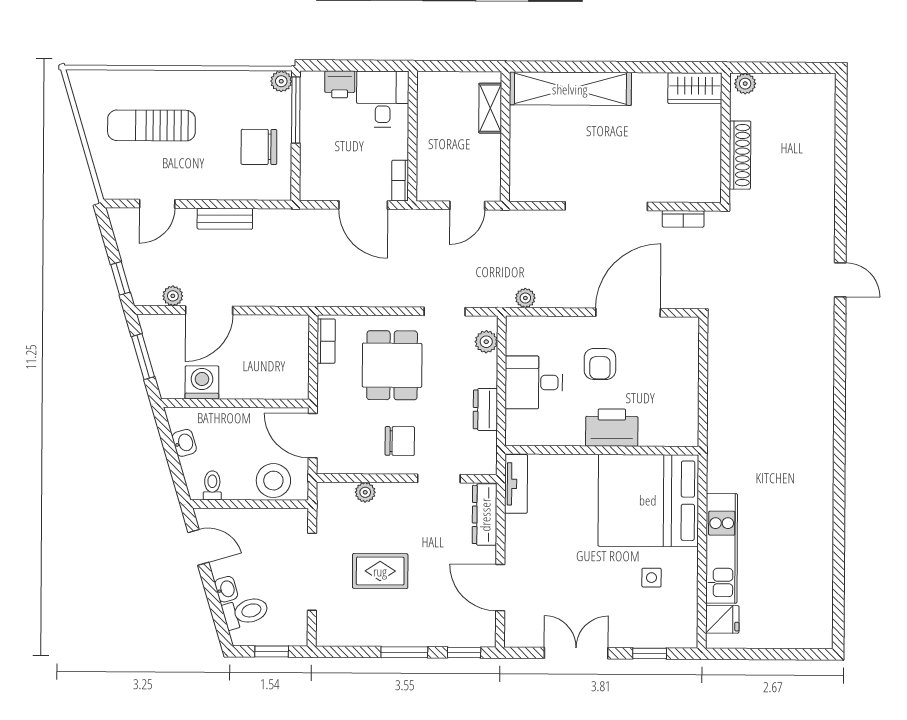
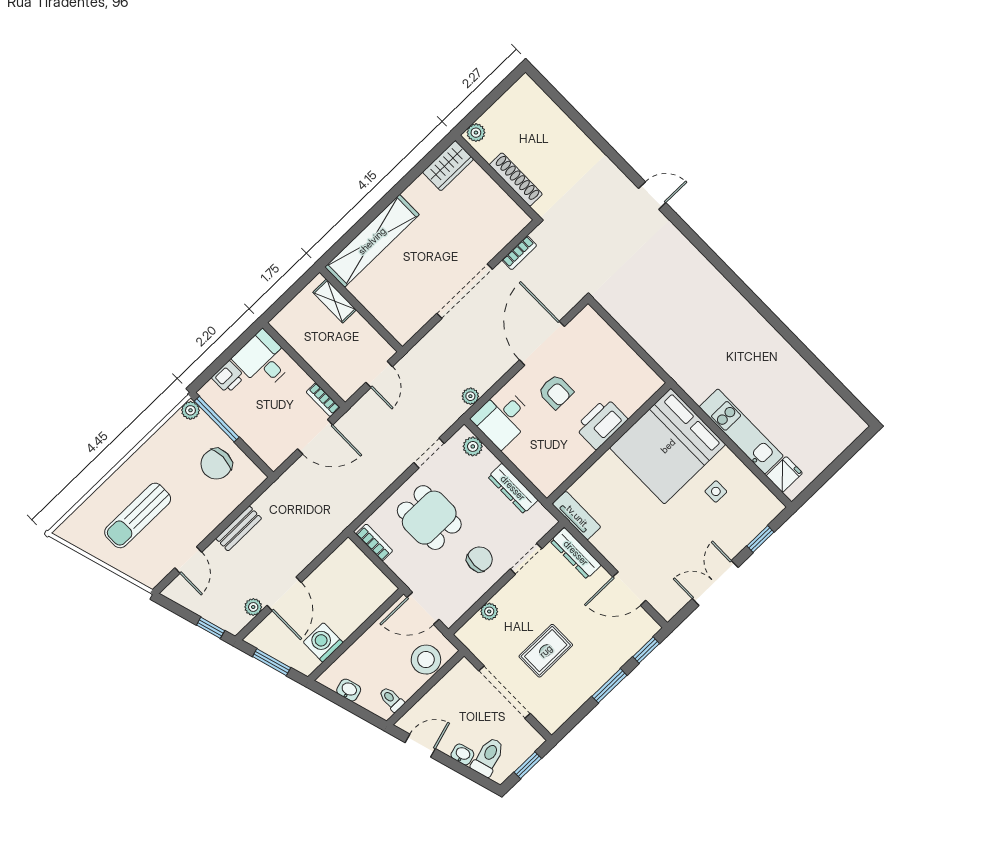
desk: (534, 382) -> (502, 418), moved
dresser: (485, 409) -> (513, 488), width x1.44

